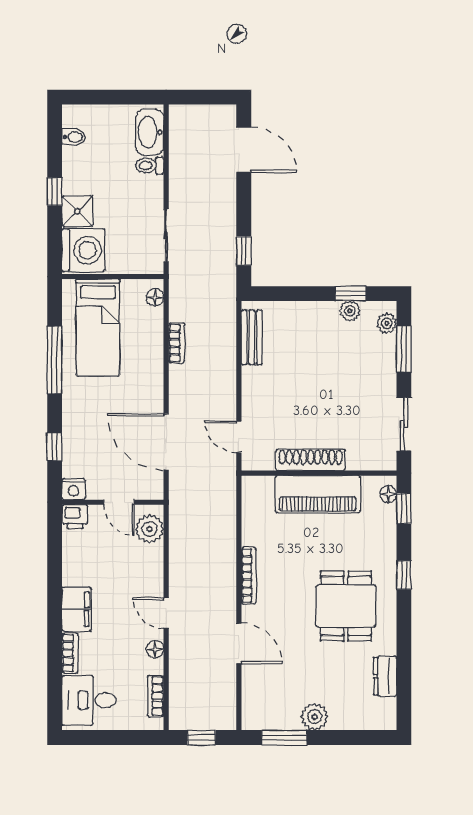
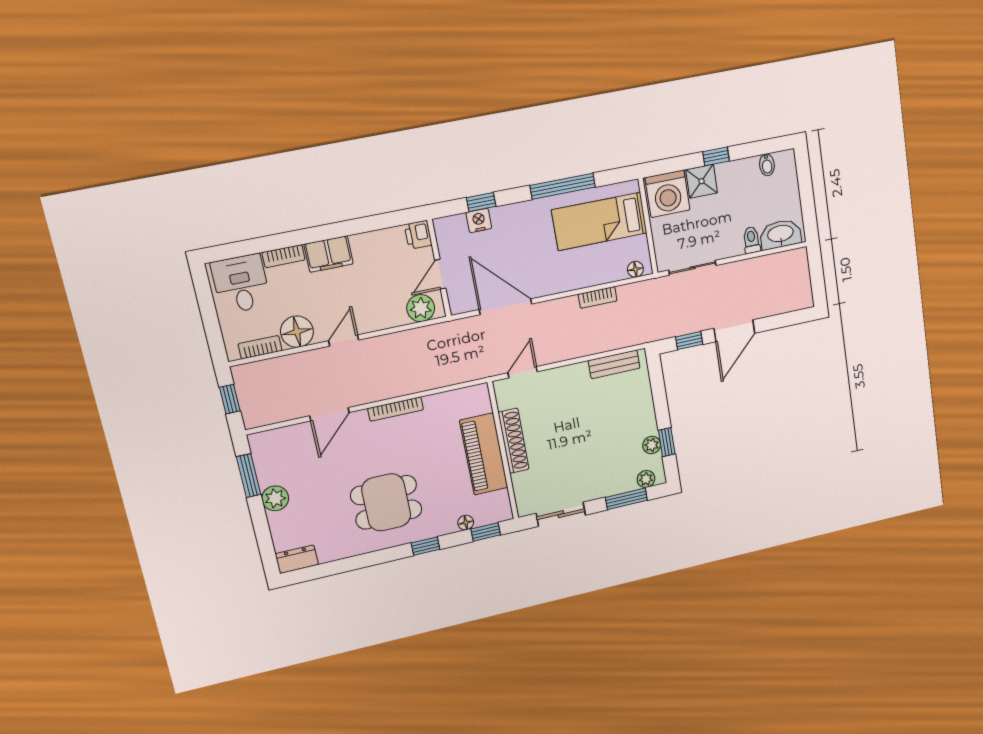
door: (244, 150) -> (734, 331), moved
door: (166, 442) -> (505, 307), hinge flipped
nightstand: (73, 489) -> (479, 220), moved, turned 90
floor lamp: (388, 494) -> (466, 523), moved
floor lamp: (155, 649) -> (297, 332), width x1.89, depth x1.89
dresser: (385, 676) -> (297, 559), moved

